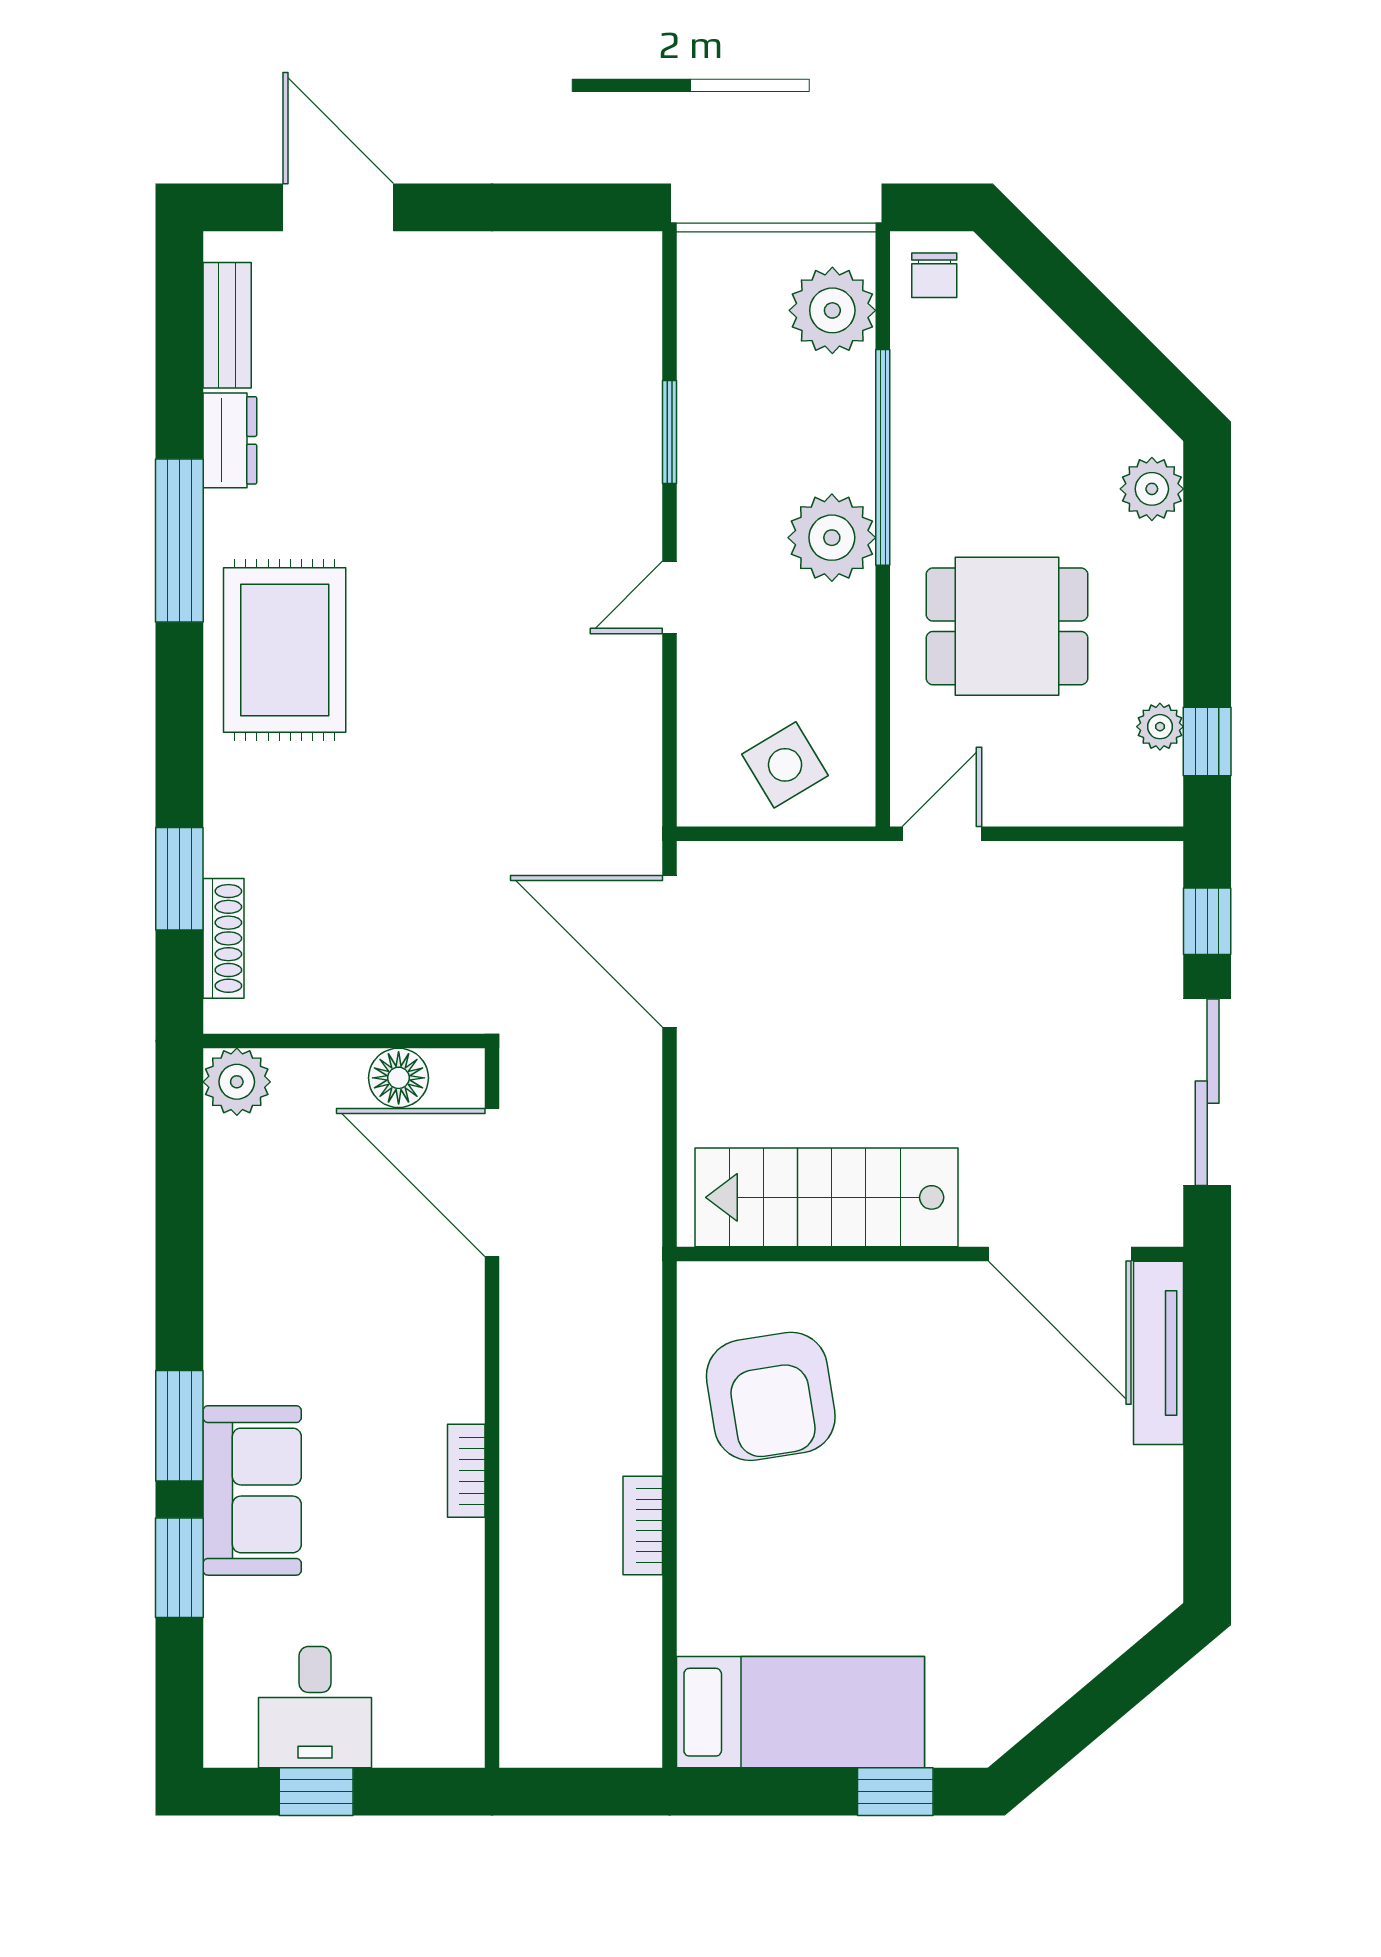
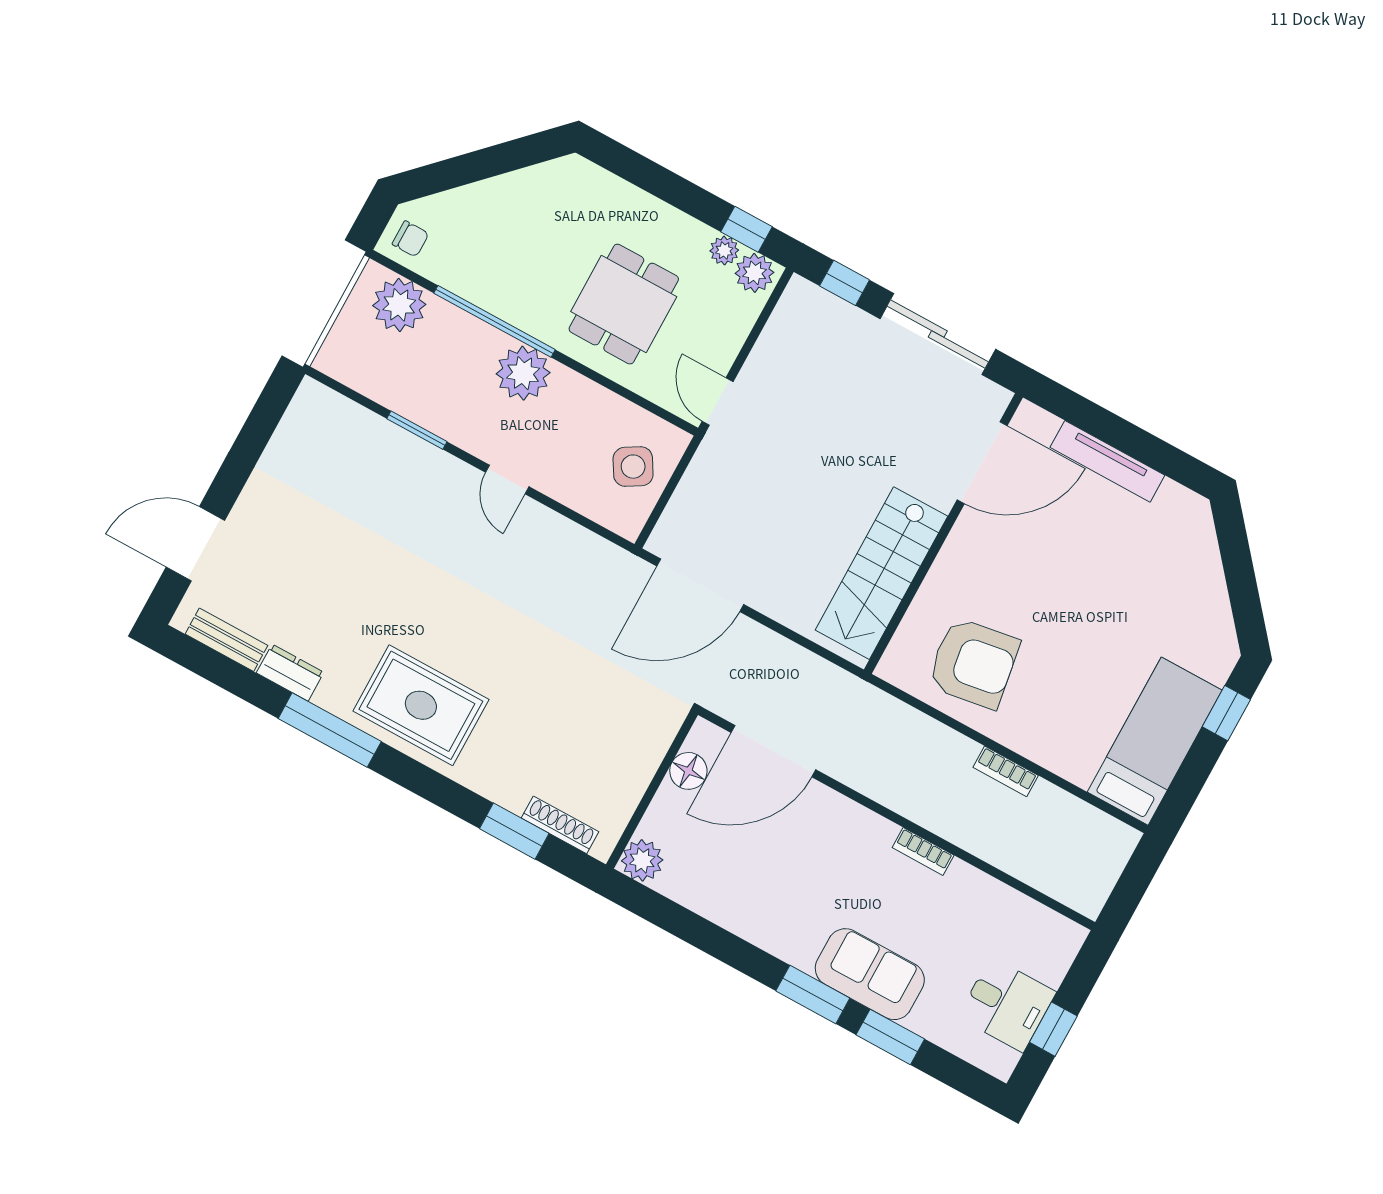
plant: (1152, 489) -> (754, 273), moved
tv unit: (1159, 1353) -> (1107, 461), moved

